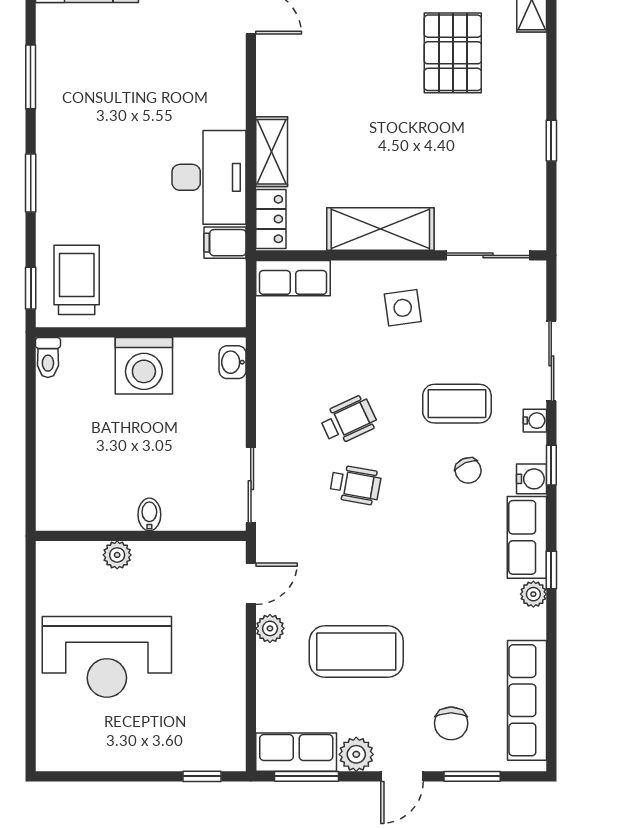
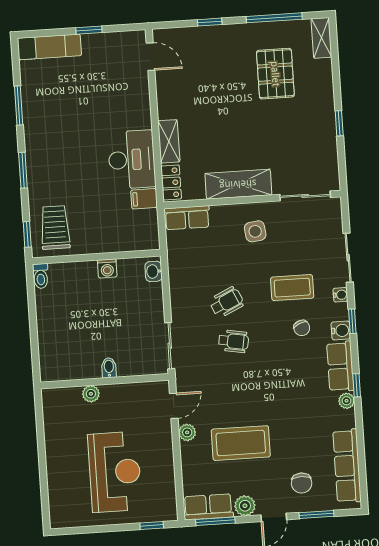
washing machine: (144, 366) -> (107, 268), width x0.53, depth x0.53
reception desk: (107, 657) -> (115, 472), moved, turned -90

